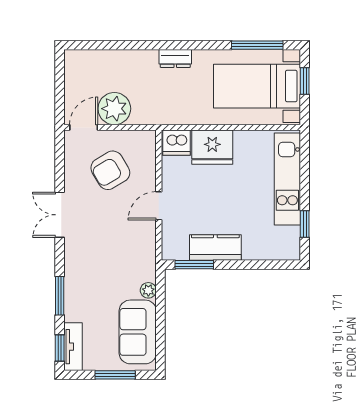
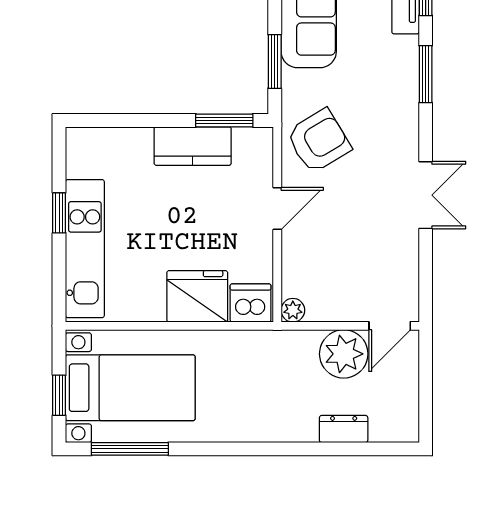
dresser: (175, 58) -> (344, 429), moved
armchair: (110, 170) -> (319, 141), moved
window: (305, 224) -> (59, 213), moved
plant: (148, 290) -> (293, 310), moved
window: (160, 304) -> (275, 61), added

